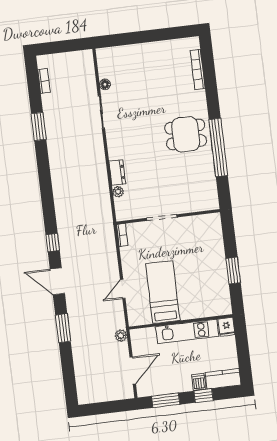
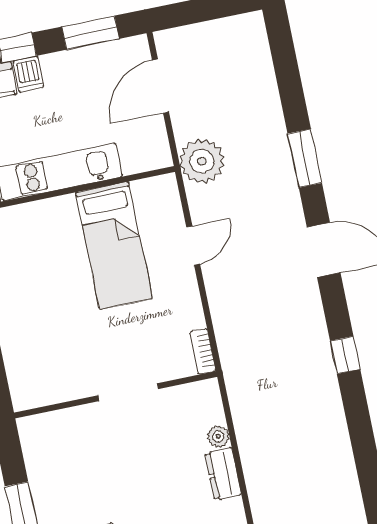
window: (53, 243) -> (345, 355), moved
plant: (121, 336) -> (202, 161), width x1.88, depth x1.88

